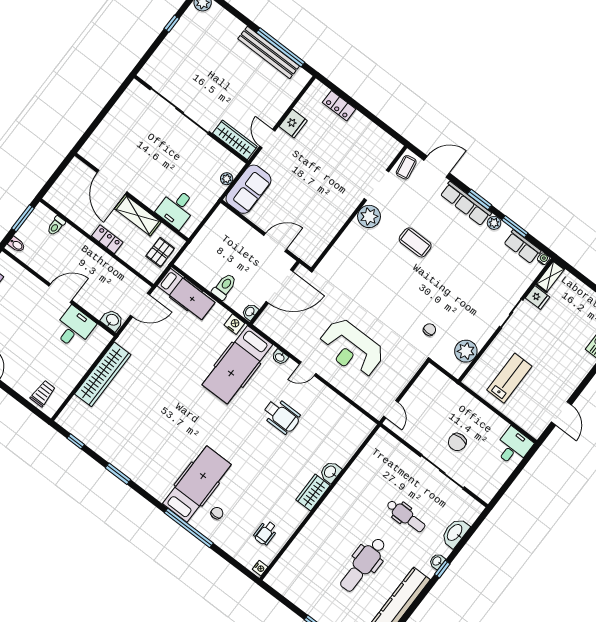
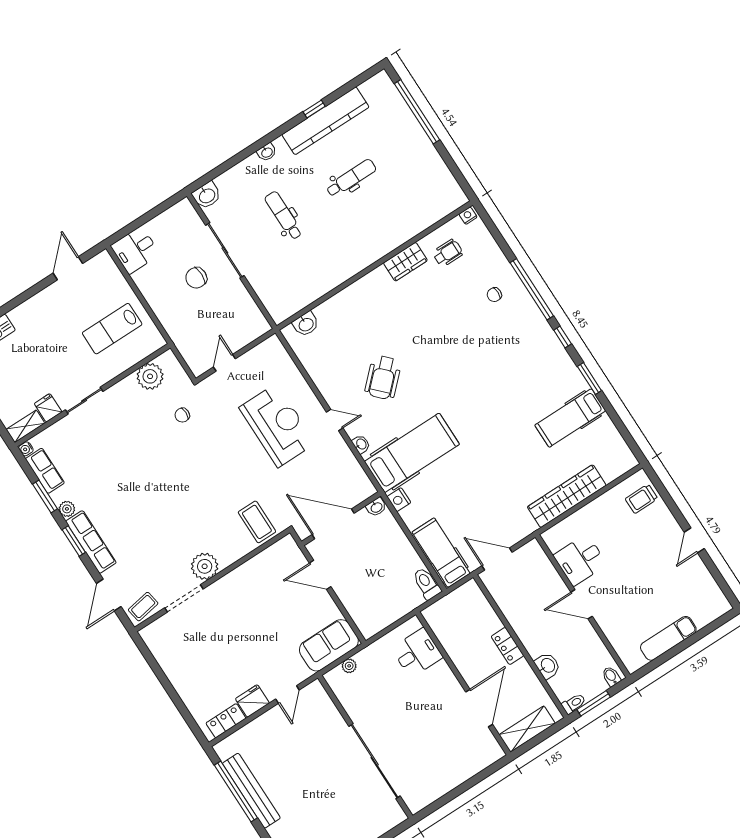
locker: (339, 106) -> (226, 721), moved, turned -90
wardrobe: (235, 140) -> (324, 706), removed
door: (437, 167) -> (109, 595), hinge flipped
shelving: (138, 215) -> (527, 729), moved, turned 90
toilet: (56, 226) -> (574, 704), moved
coffee table: (415, 242) -> (257, 522), moved
pallet: (160, 252) -> (453, 610), removed
toilet: (224, 287) -> (427, 584), moved, turned 90
washbasin: (112, 320) -> (547, 666), moved, turned 180
door: (391, 409) -> (224, 363), moved
wheelchair: (281, 416) -> (383, 378), turned -134
window: (76, 441) -> (563, 337), moved
chair: (457, 442) -> (196, 278), turned 180
washbasin: (330, 472) -> (306, 324), moved
hospital bed: (197, 484) -> (570, 418), moved, width x0.73, depth x0.78
wardrobe: (313, 493) -> (405, 262), moved
washbasin: (455, 533) -> (207, 195), moved, width x0.72
dental chair: (363, 565) -> (351, 178), width x0.73, depth x0.72
window: (442, 569) -> (314, 109), moved

